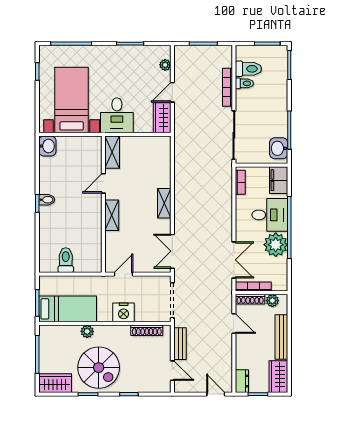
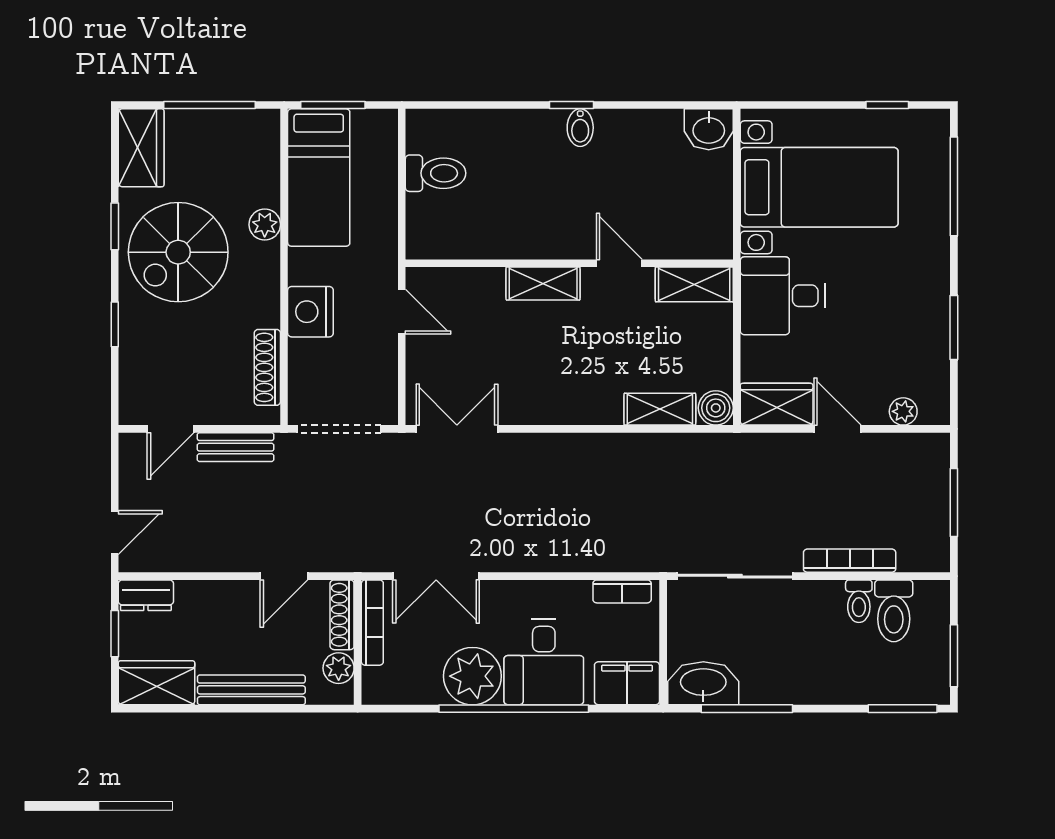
boiler: (164, 143) -> (716, 408), added
washbasin: (279, 148) -> (703, 683), width x1.38
shelving: (164, 203) -> (660, 409), moved

